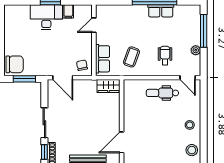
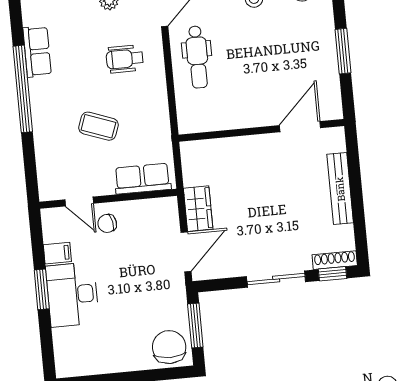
row of seats: (161, 11) -> (37, 52), moved
coffee table: (131, 57) -> (98, 126), moved
chair: (82, 65) -> (107, 223), moved
wardrobe: (108, 86) -> (198, 209), moved
door: (122, 142) -> (300, 127), swing flipped

